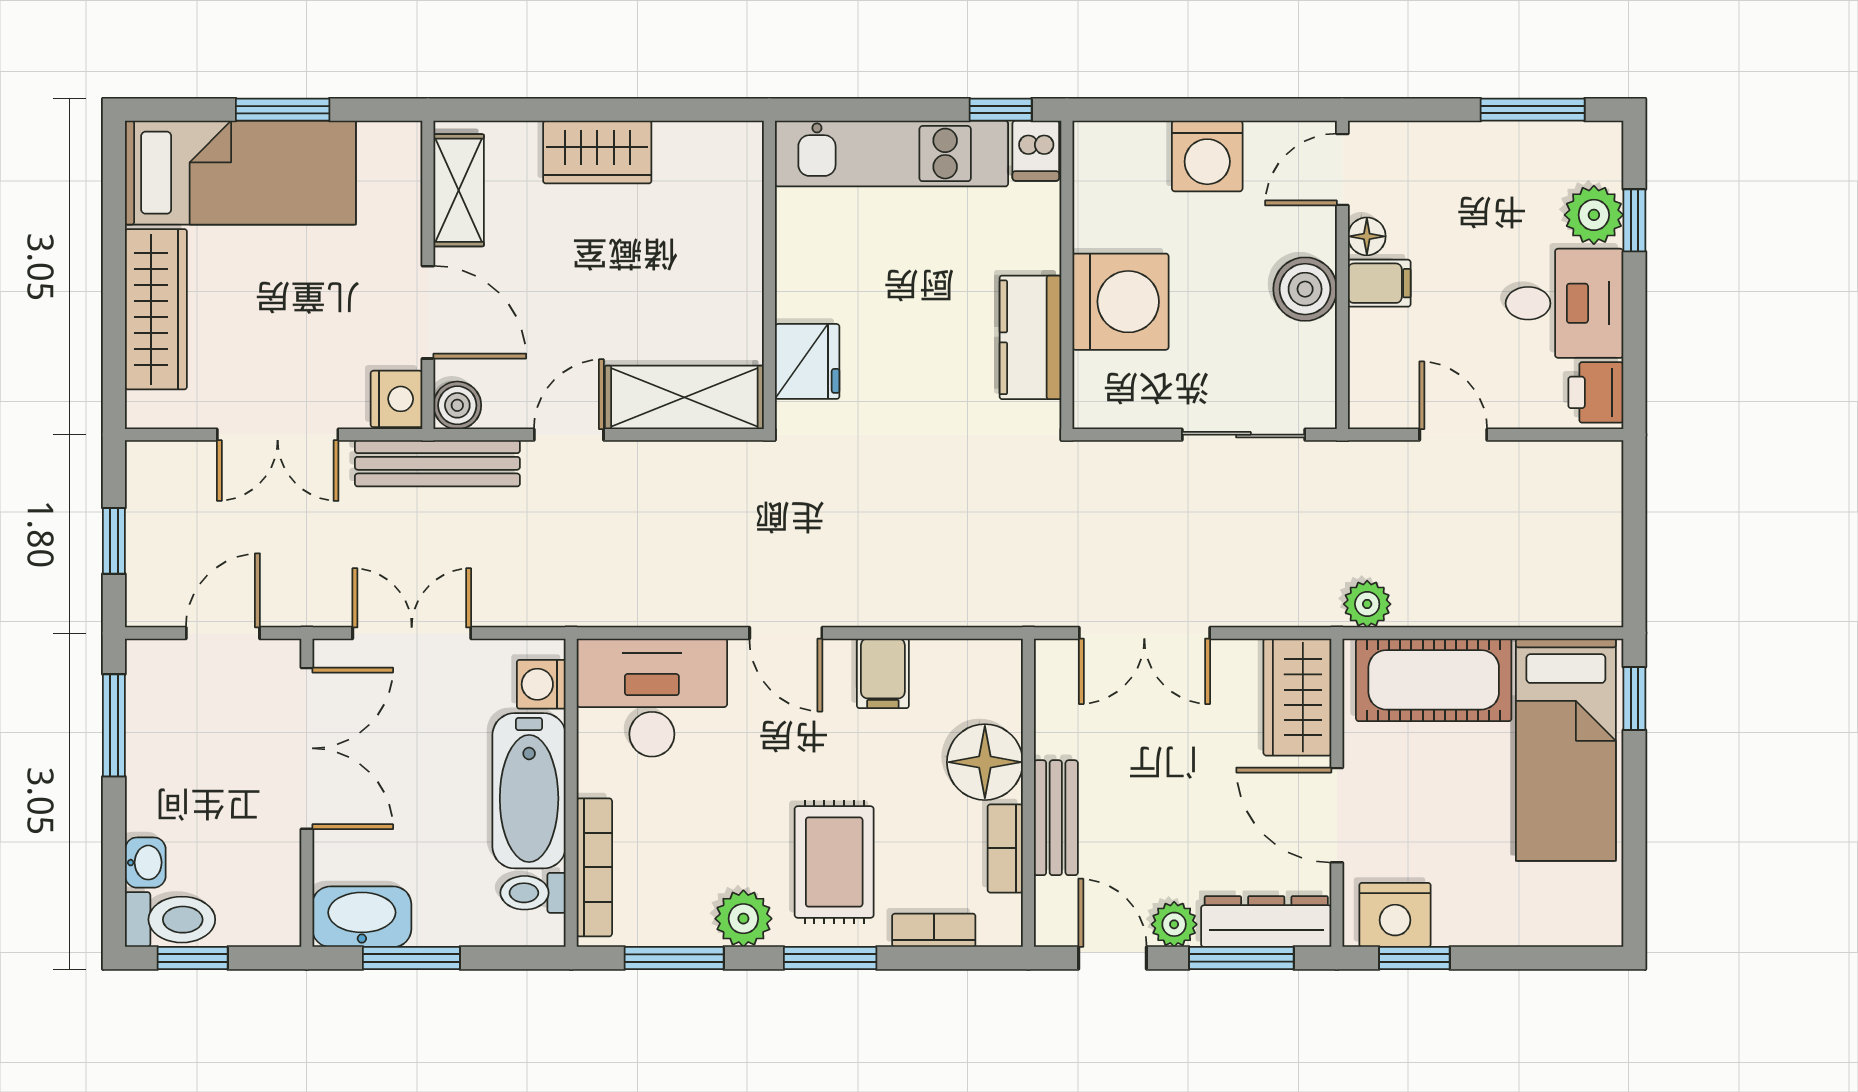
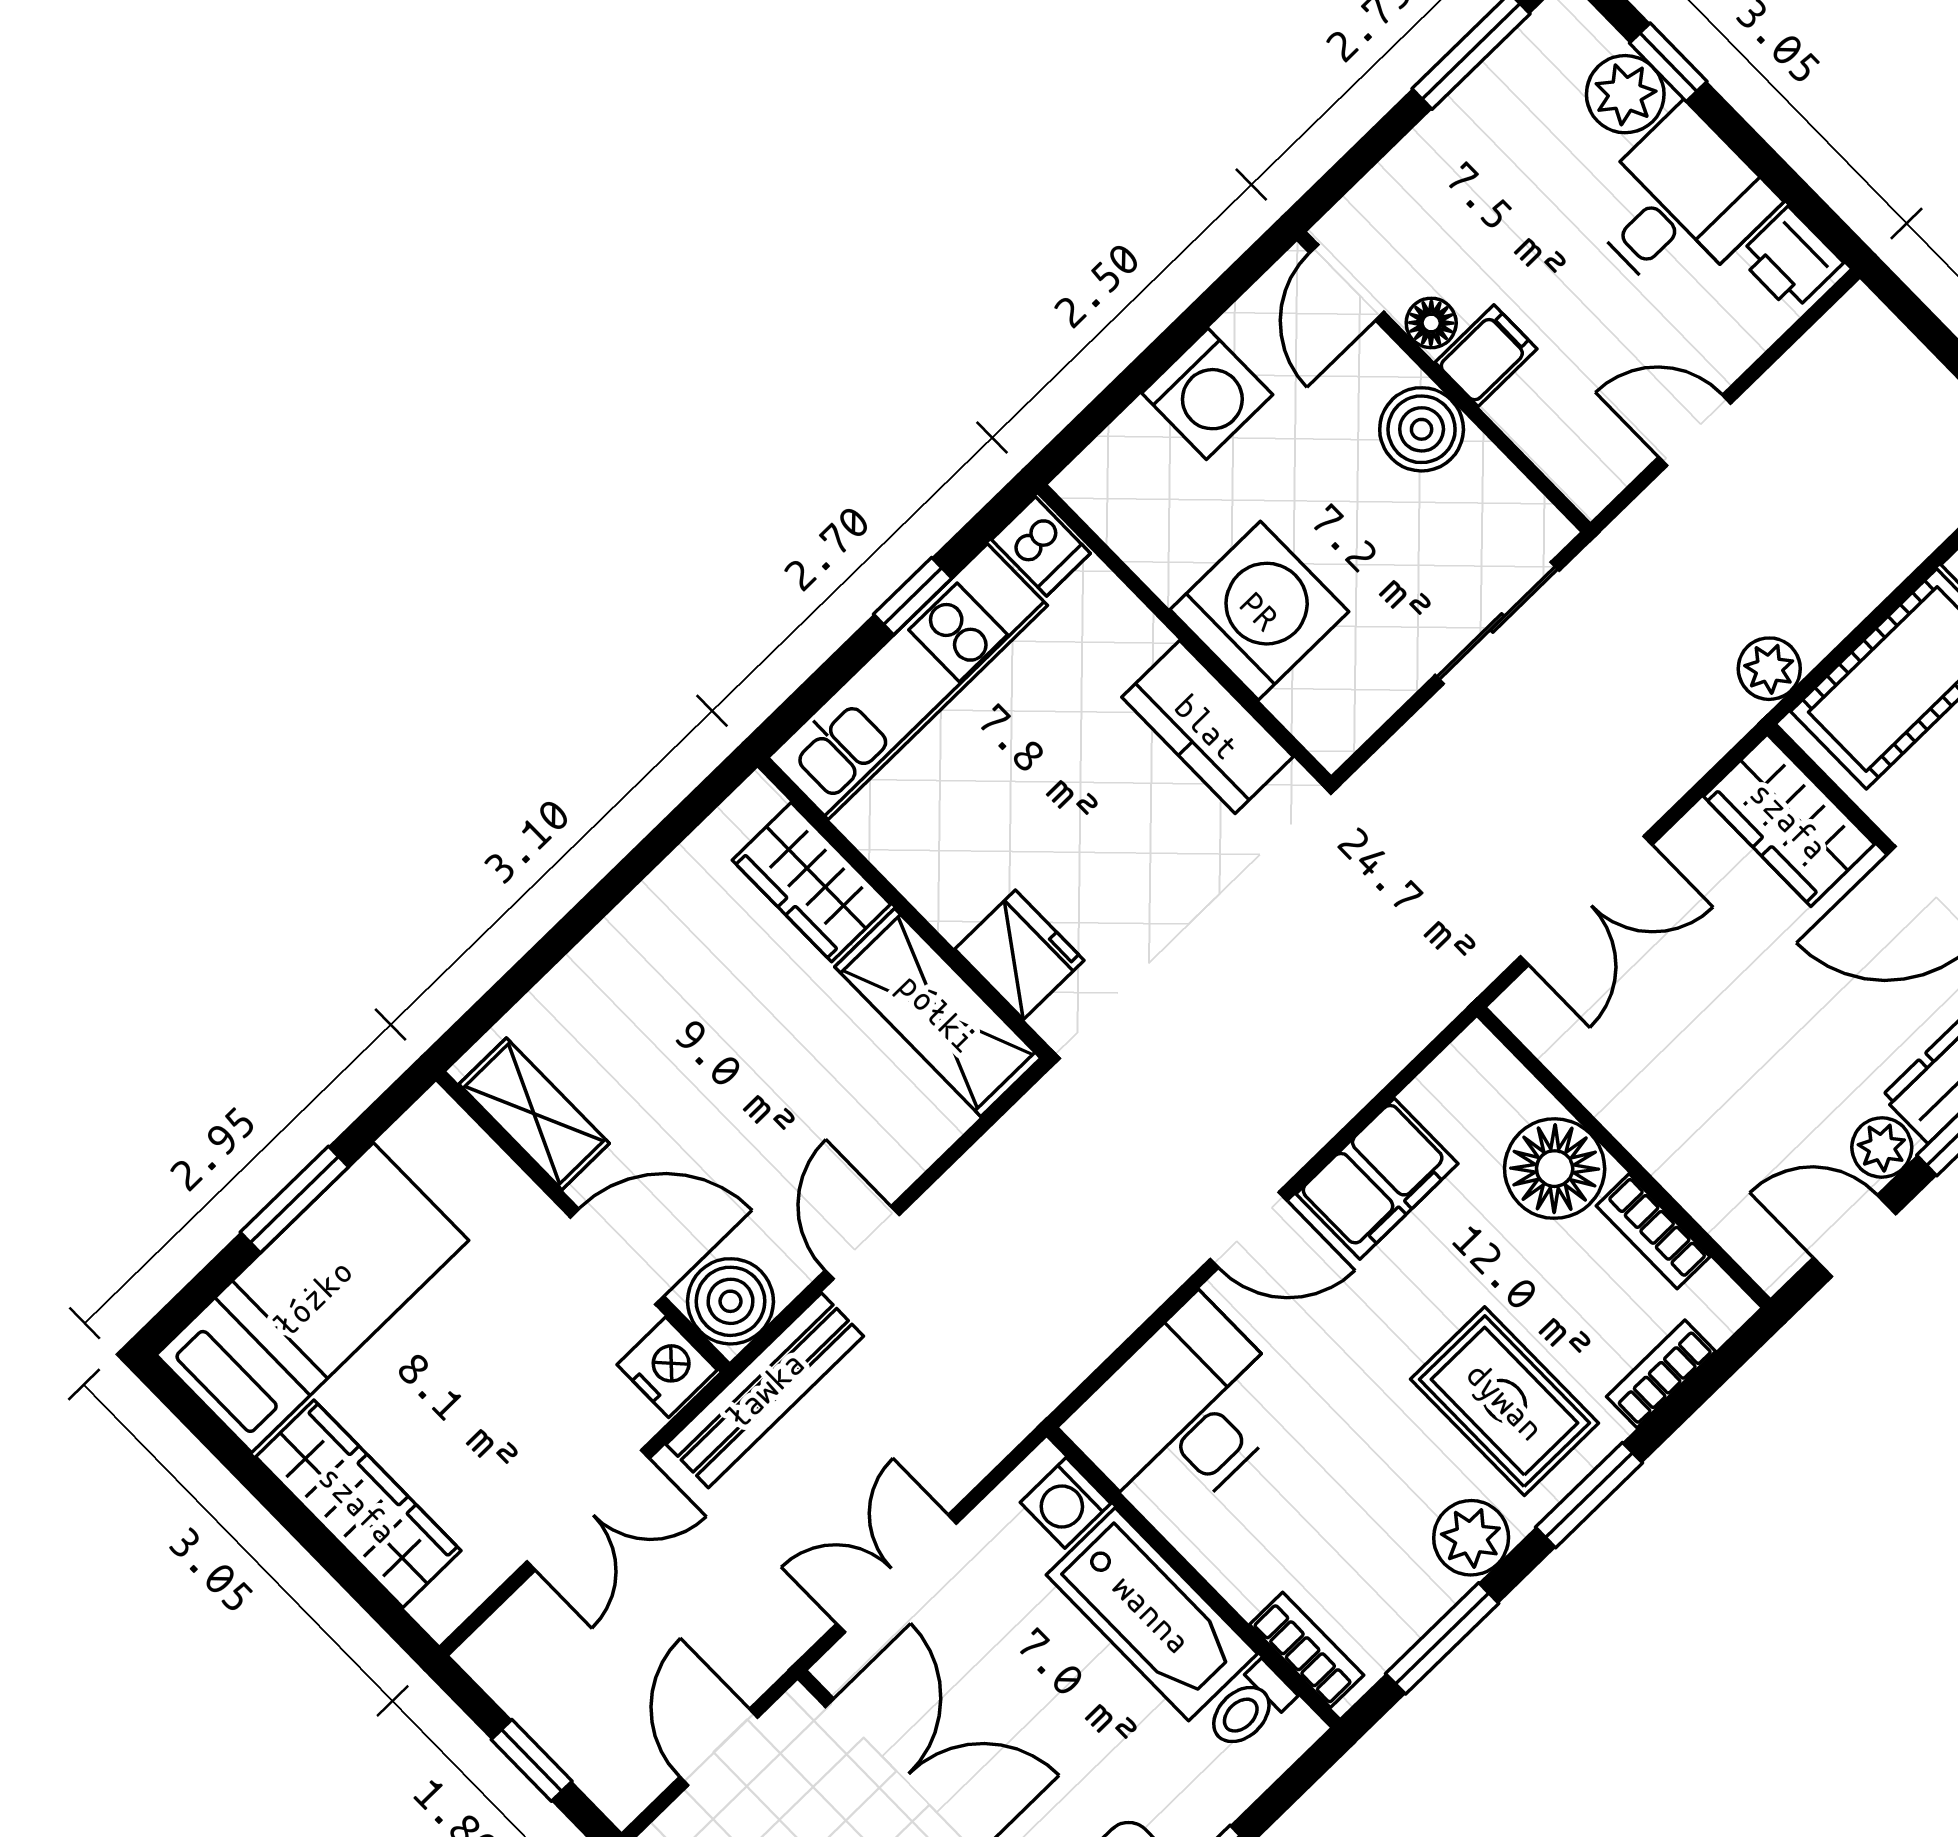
window: (1001, 110) -> (913, 596), moved
wardrobe: (597, 152) -> (811, 882), moved, turned 90
shelving: (684, 397) -> (938, 1013), moved, turned 90
boiler: (457, 405) -> (730, 1301), width x1.36, depth x1.36
filing cabinet: (883, 673) -> (1377, 1179), width x2.00
bench: (1056, 818) -> (1673, 1156), removed
bookcase: (594, 867) -> (1307, 1650), width x0.64

